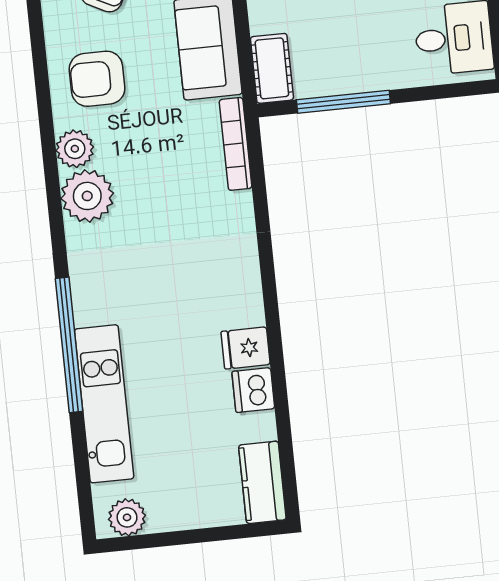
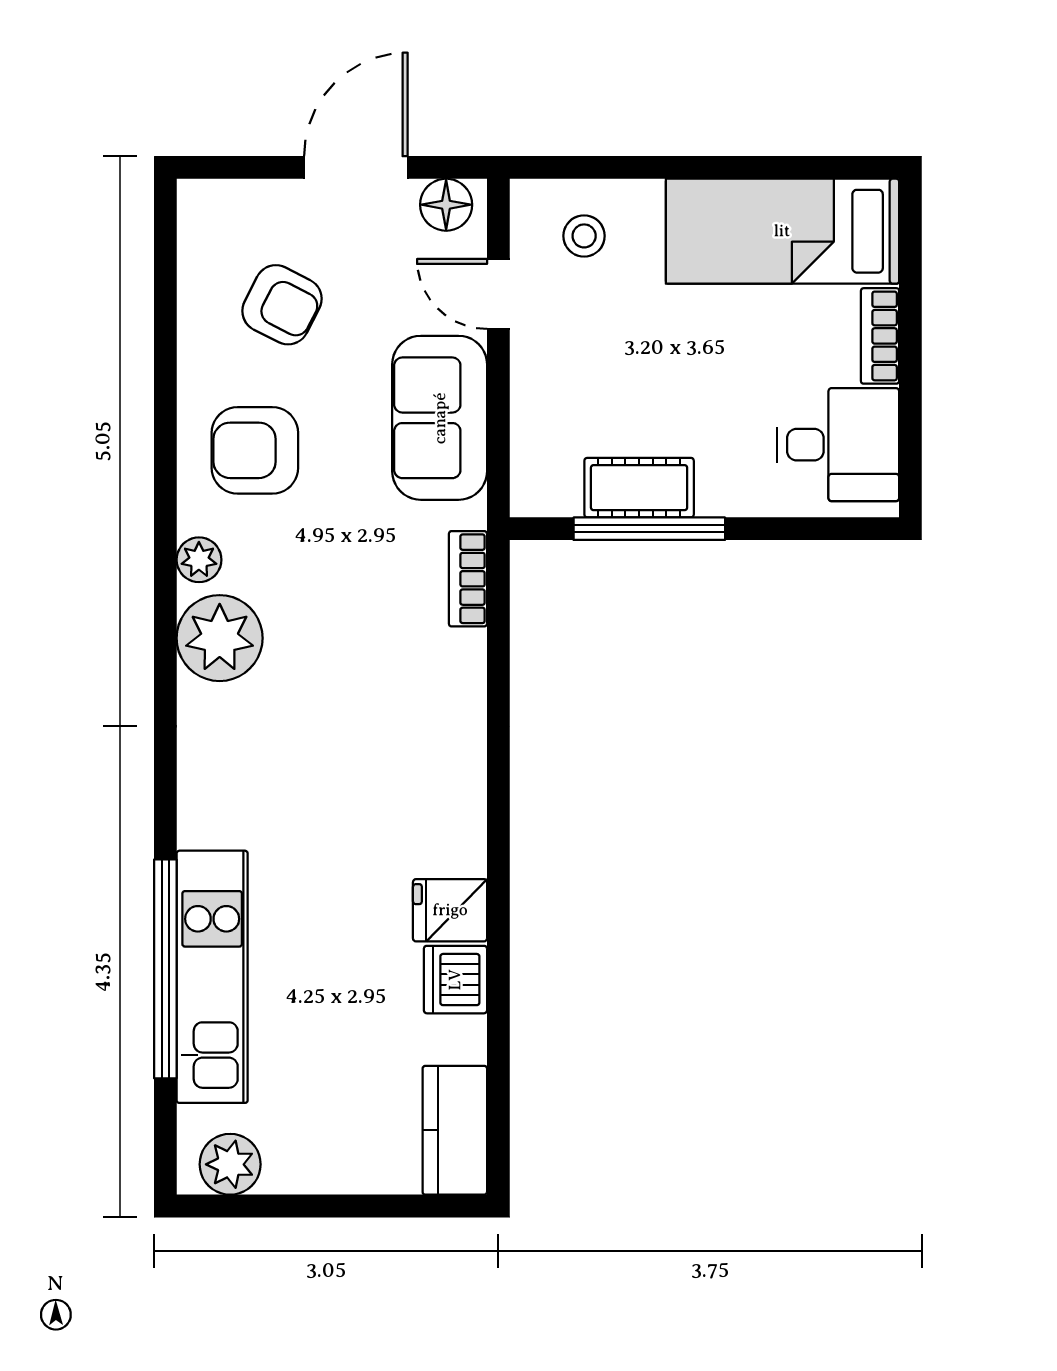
cot: (272, 68) -> (639, 488), moved, turned 90
bookcase: (236, 144) -> (468, 579), width x0.64
plant: (75, 149) -> (199, 560), width x0.73, depth x0.73
window: (69, 345) -> (165, 969), moved

